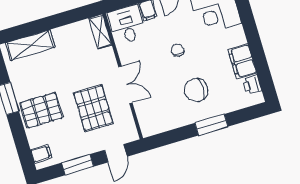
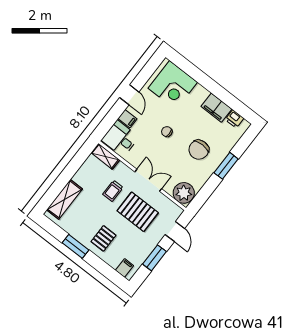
trolley: (84, 70) -> (113, 191), added
pallet: (41, 110) -> (103, 238), width x0.67, depth x0.71
plant: (151, 122) -> (184, 193), added

